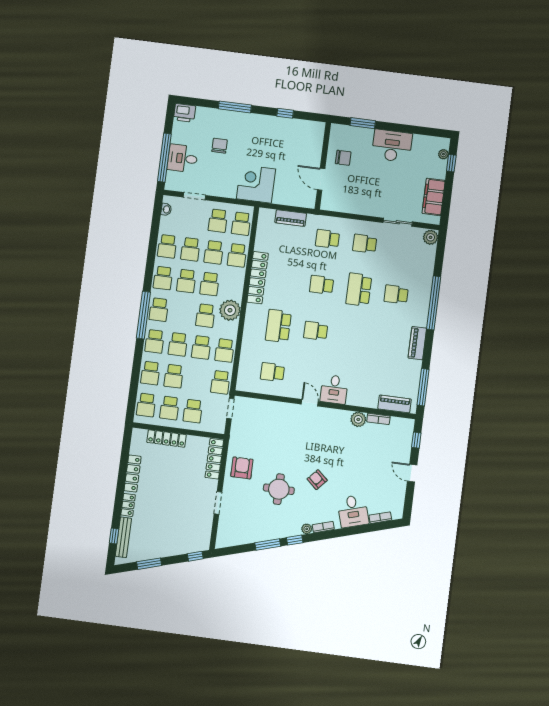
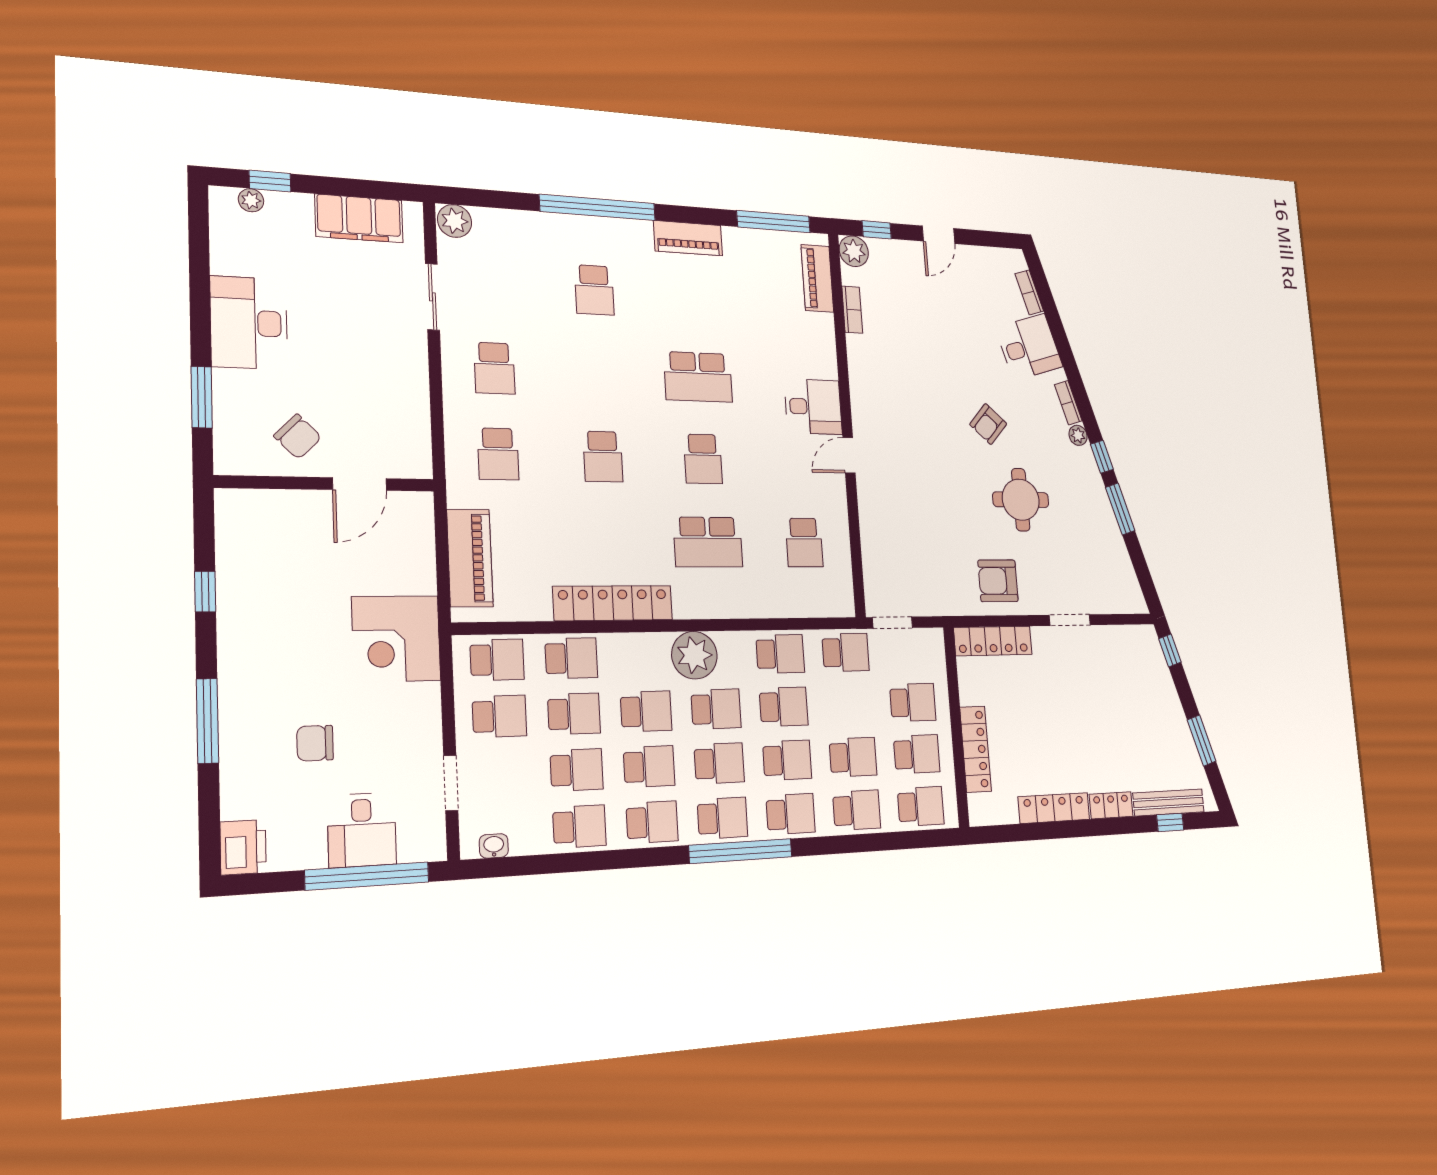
chair: (343, 158) -> (298, 437), turned 135
piano: (291, 218) -> (470, 558), width x1.37, depth x1.33
school desk: (359, 290) -> (698, 377), moved
school desk: (182, 313) -> (719, 763), added
plant: (358, 419) -> (854, 251), moved

